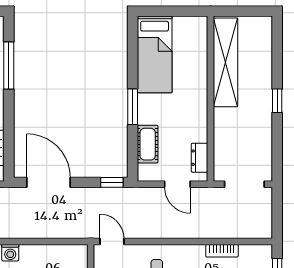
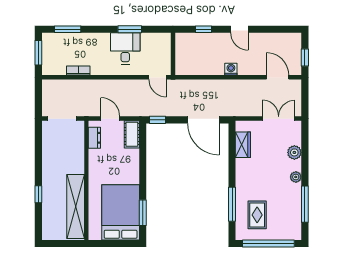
bed: (155, 54) -> (121, 212), width x1.50
window: (277, 101) -> (38, 194), moved
window: (133, 107) -> (143, 213), moved
cot: (148, 144) -> (132, 134), moved

